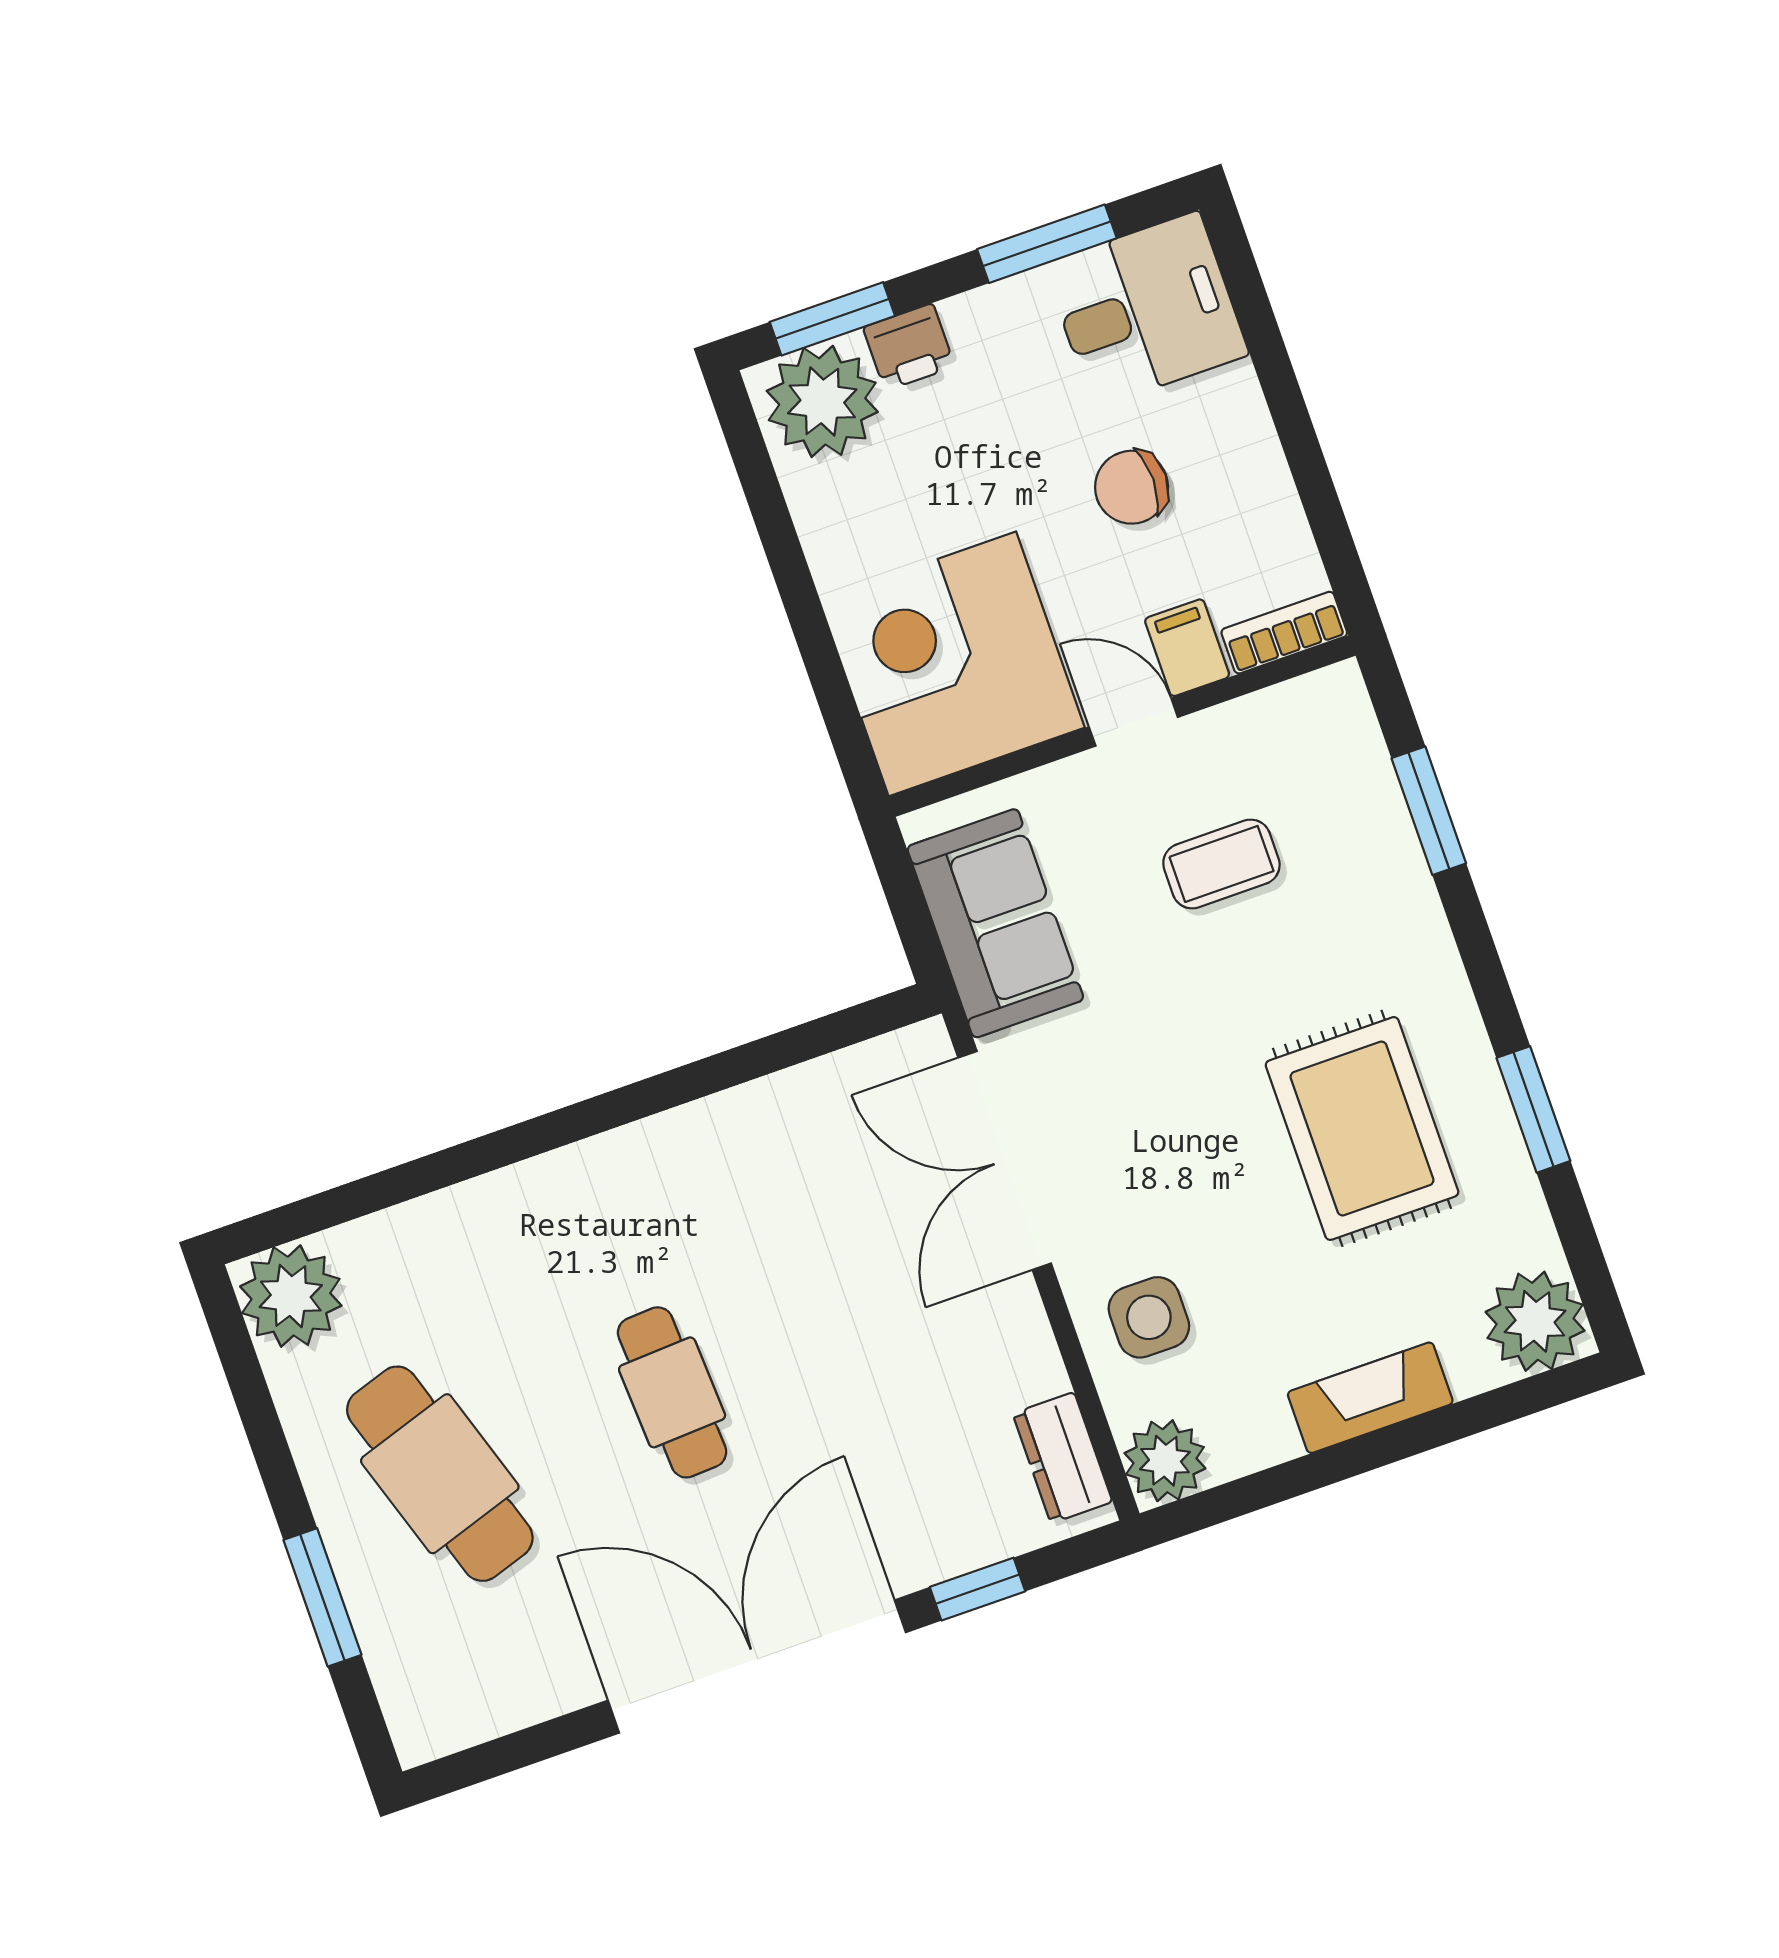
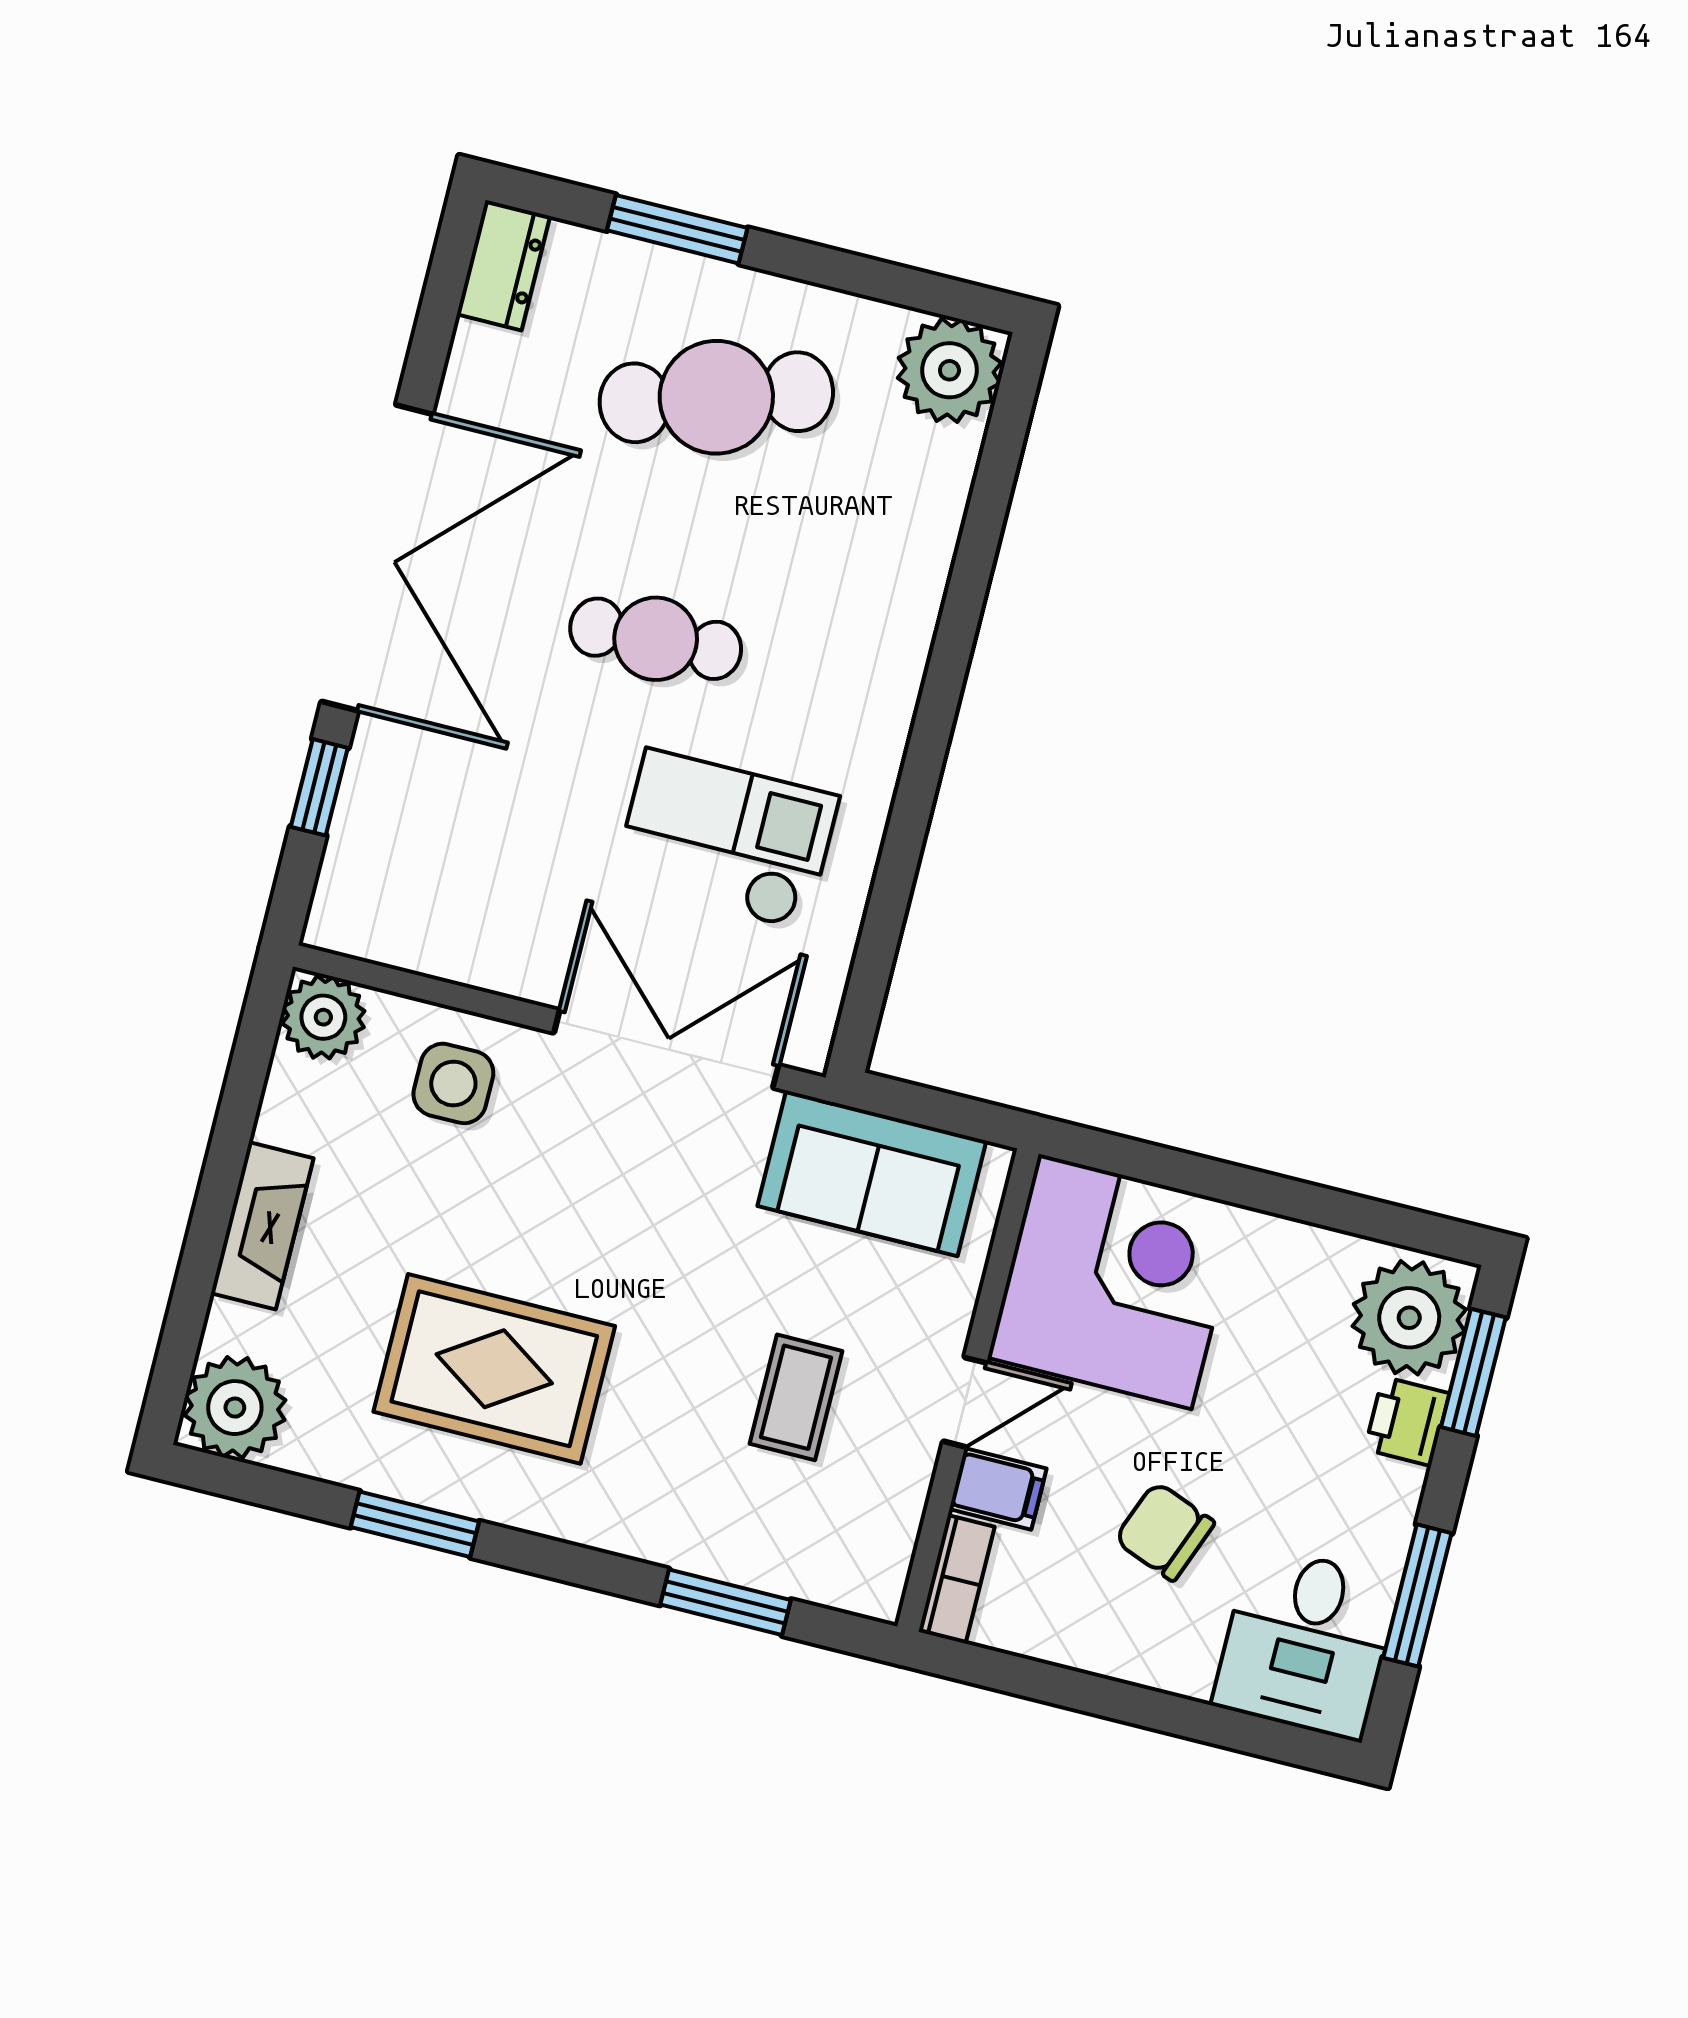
chair: (1132, 487) -> (1164, 1531), turned -69
checkout: (800, 1225) -> (726, 840), added
dresser: (1062, 1458) -> (503, 265), moved, turned 90

